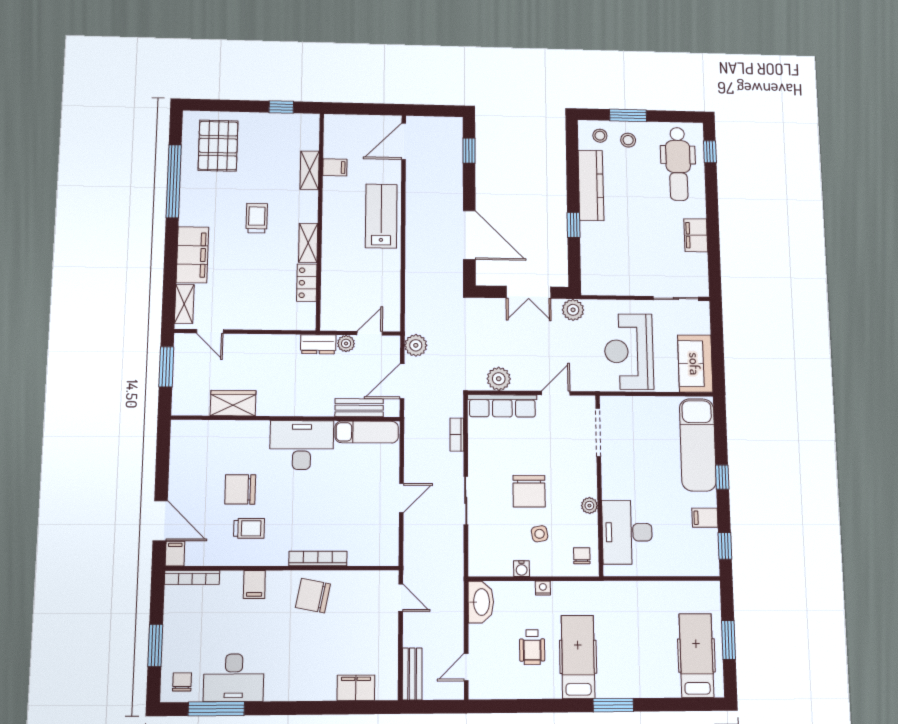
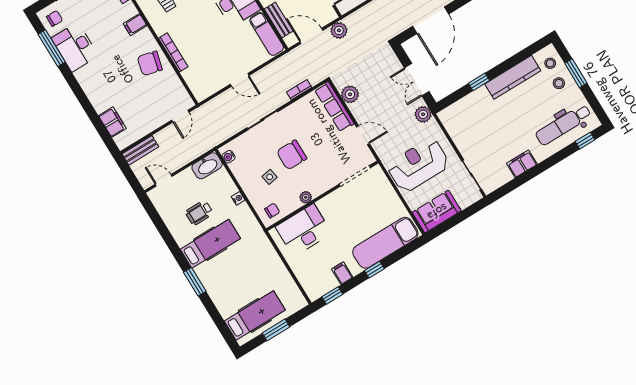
water cooler: (522, 569) -> (229, 157), moved
chair: (313, 596) -> (150, 63), turned -87

